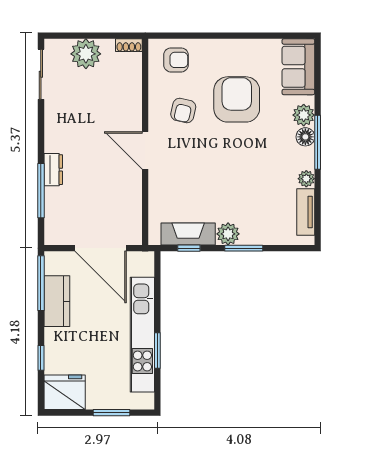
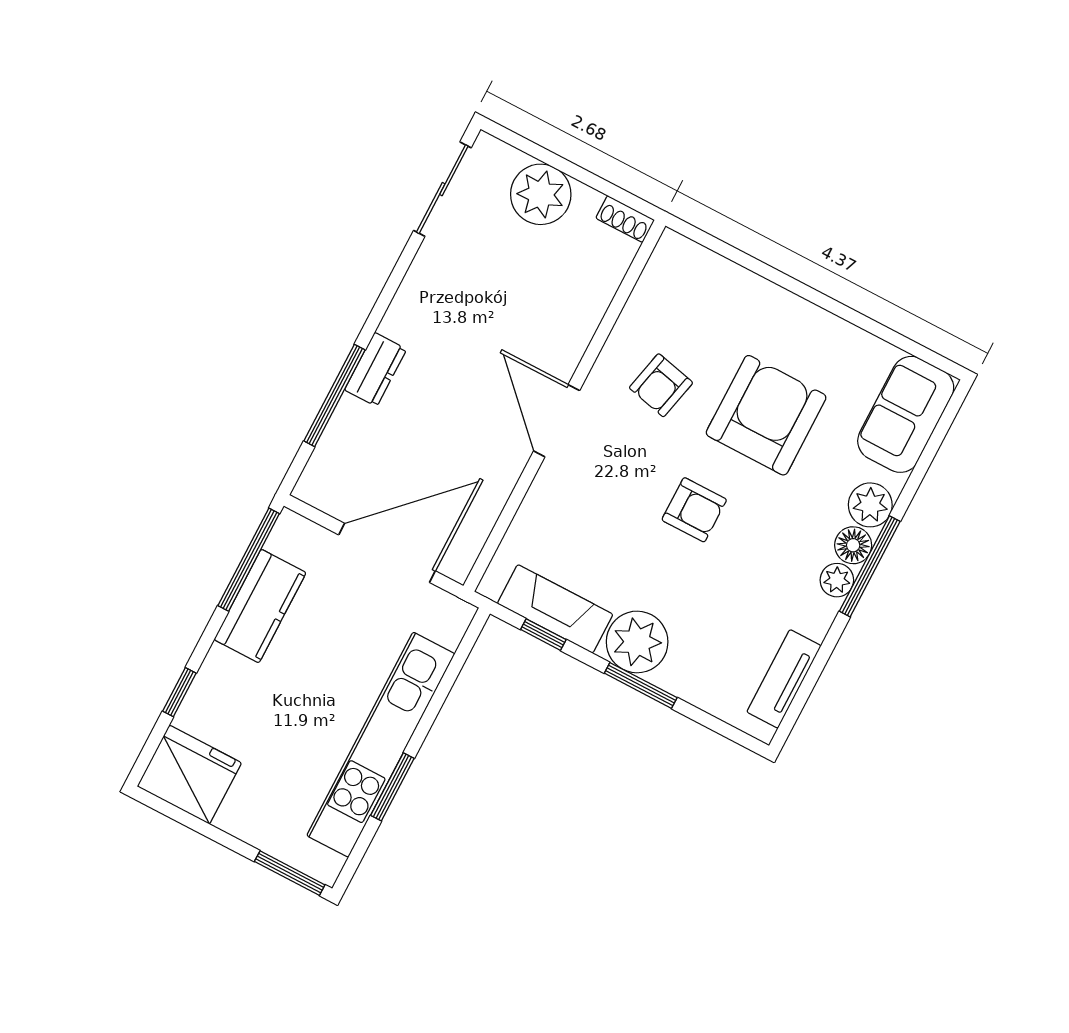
armchair: (176, 60) -> (694, 510), moved
plant: (306, 179) -> (837, 580), moved
plant: (228, 234) -> (637, 642), width x1.36, depth x1.36
door: (101, 248) -> (387, 553), swing flipped
window: (111, 413) -> (290, 873), moved

